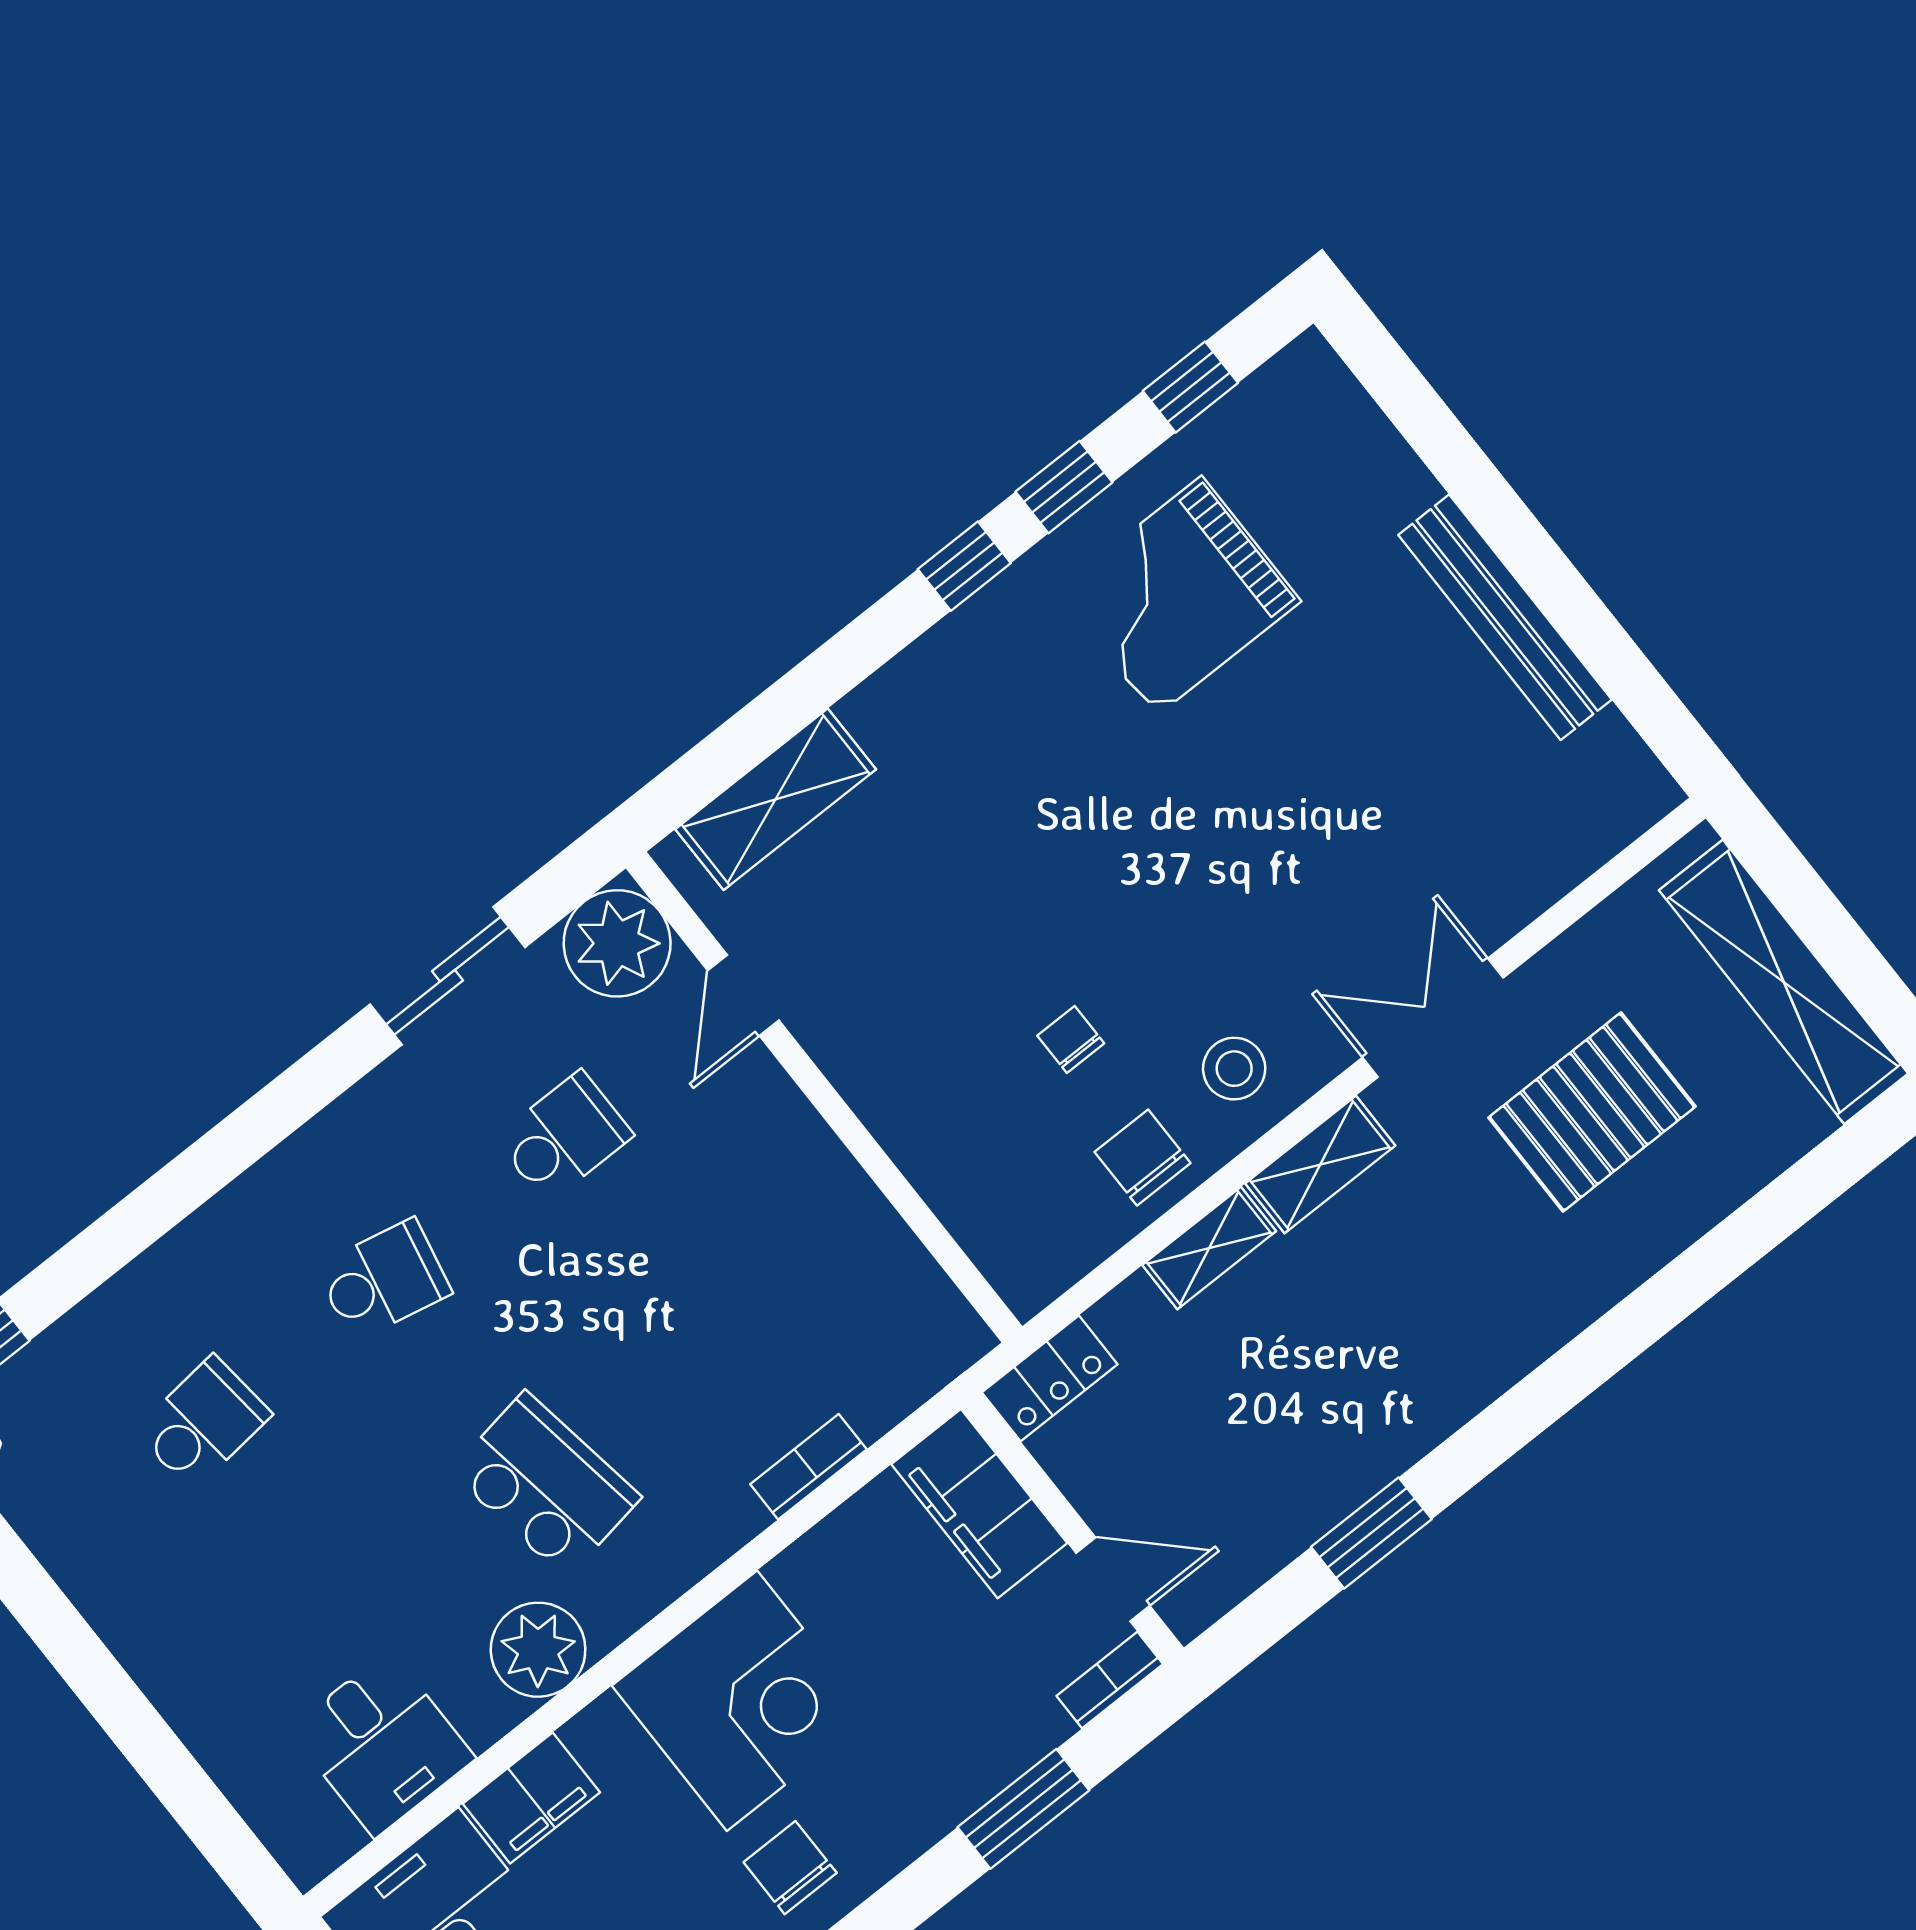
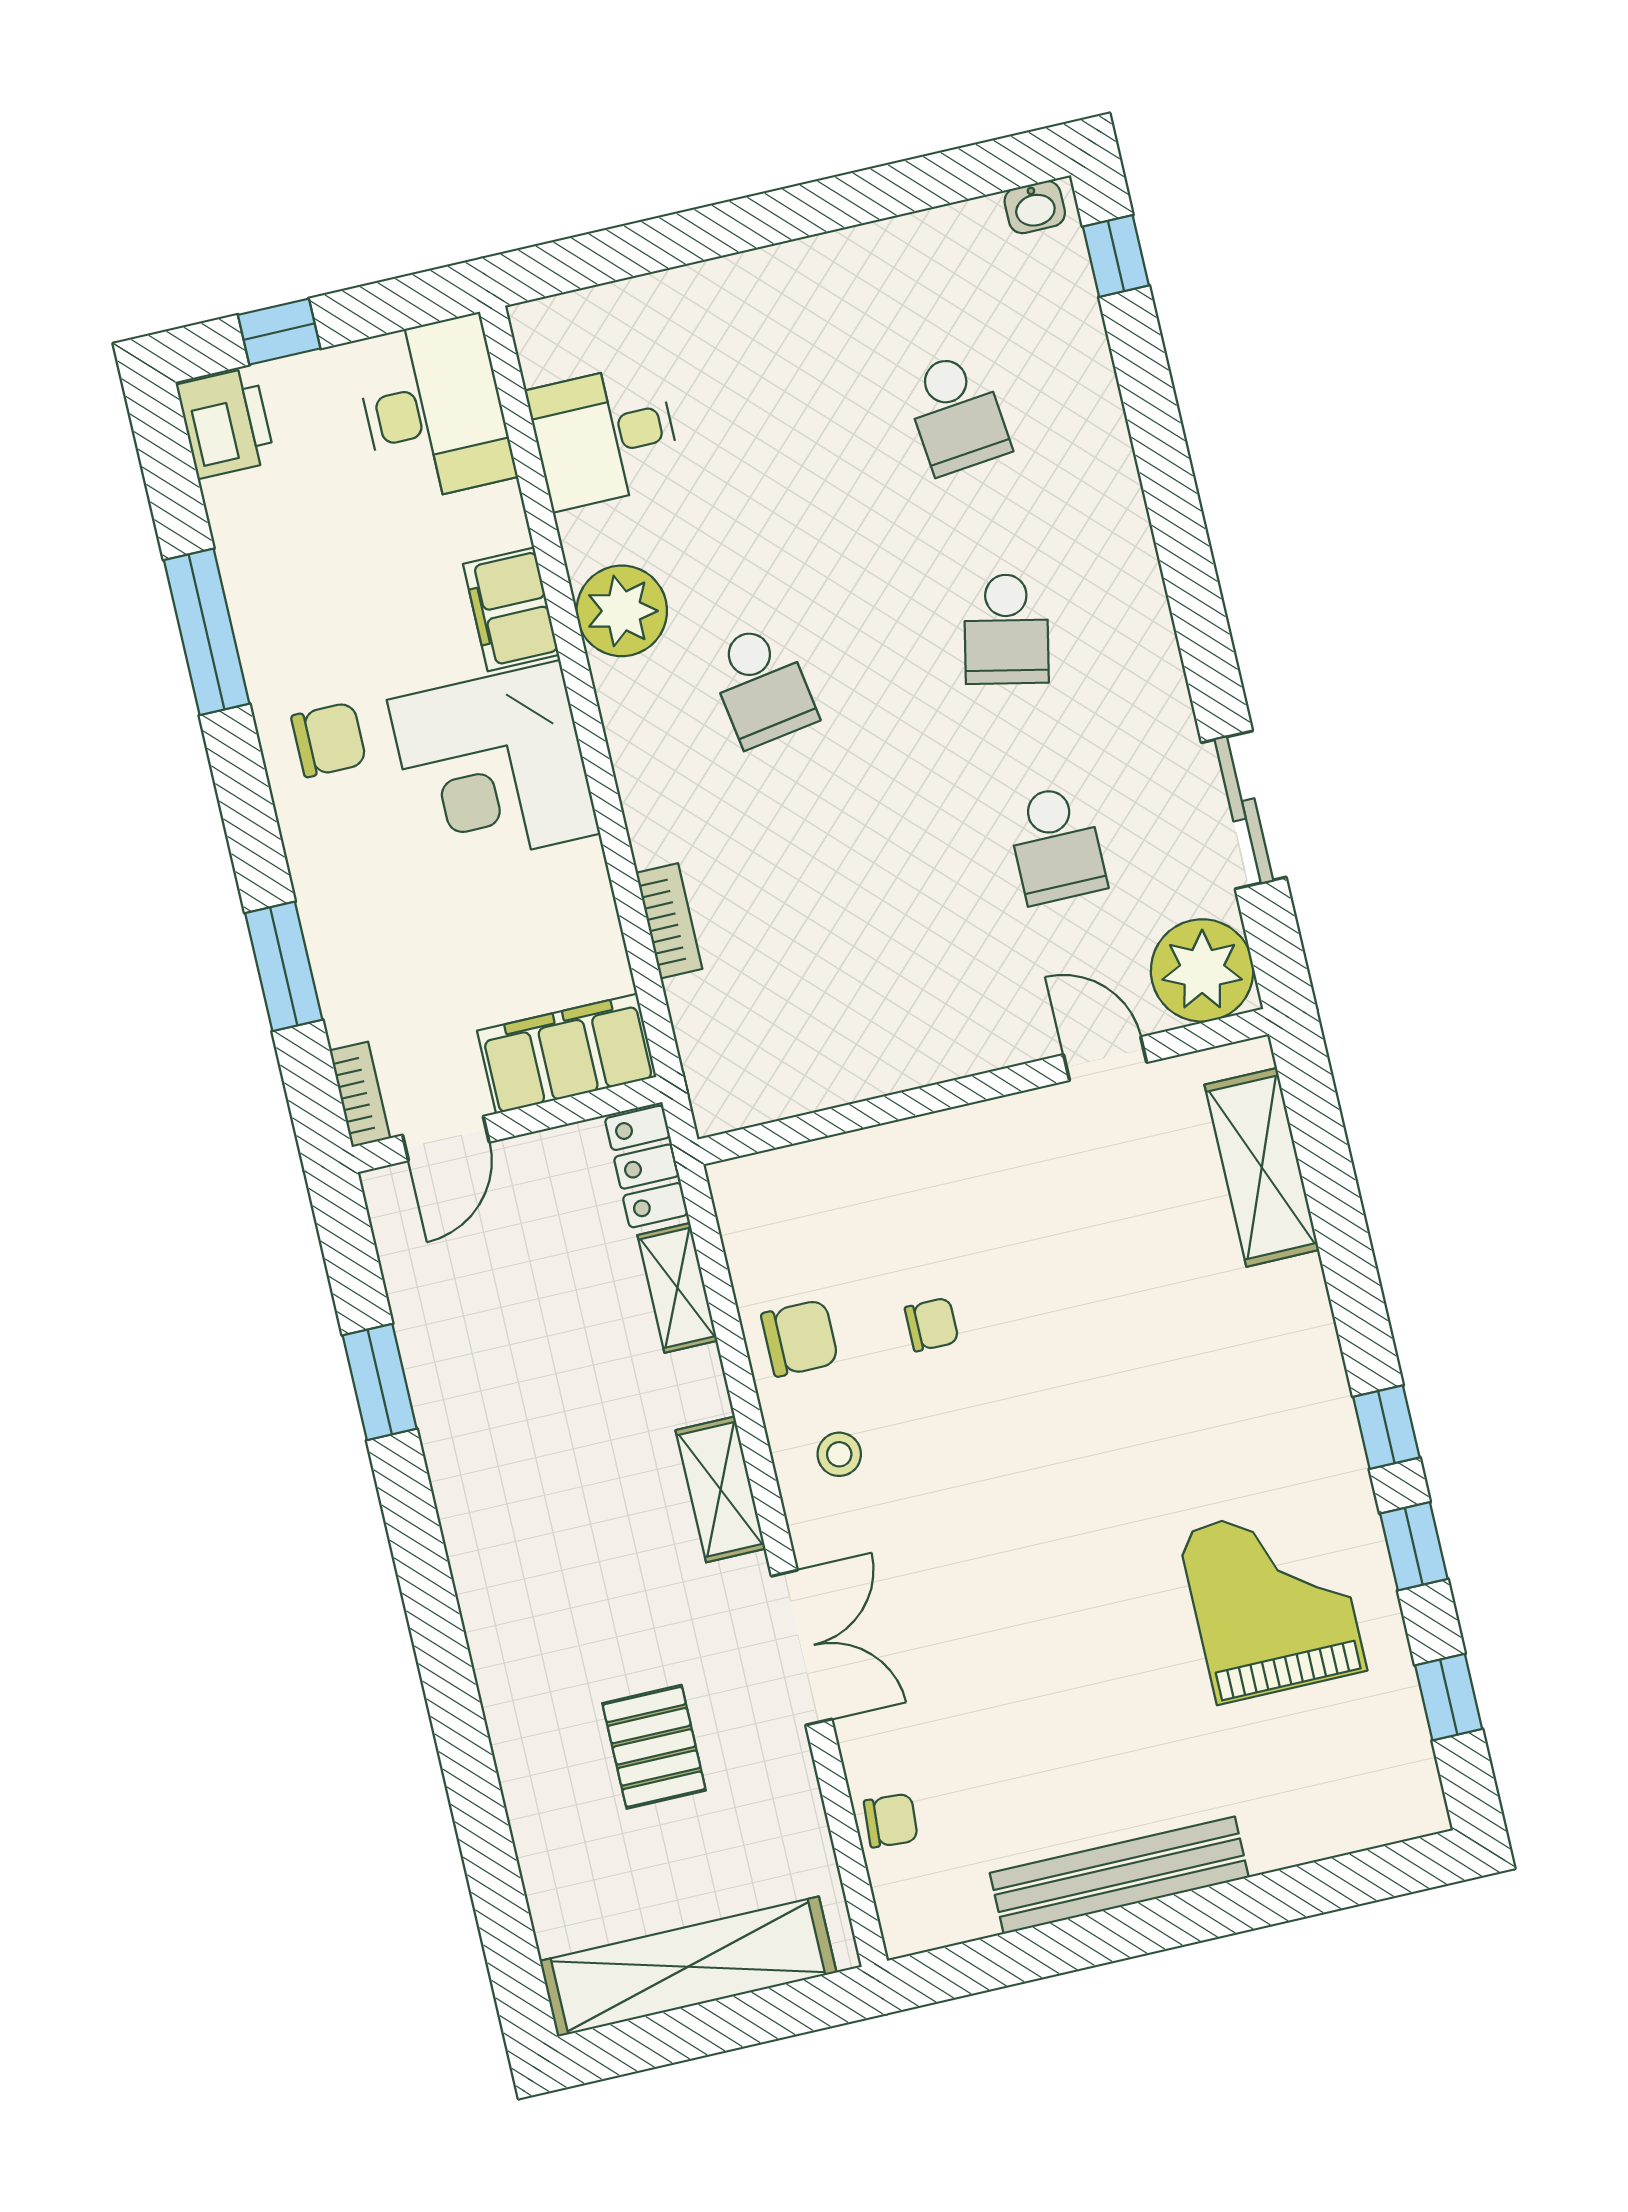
chair: (1556, 856) -> (891, 1821), added
stool: (1234, 1069) -> (839, 1454), width x0.73, depth x0.73
pallet: (1592, 1112) -> (654, 1747), width x0.67, depth x0.71
shelving: (1209, 1248) -> (677, 1288), moved
school desk: (546, 1484) -> (762, 686), width x0.54
filing cabinet: (531, 1798) -> (511, 609), moved

